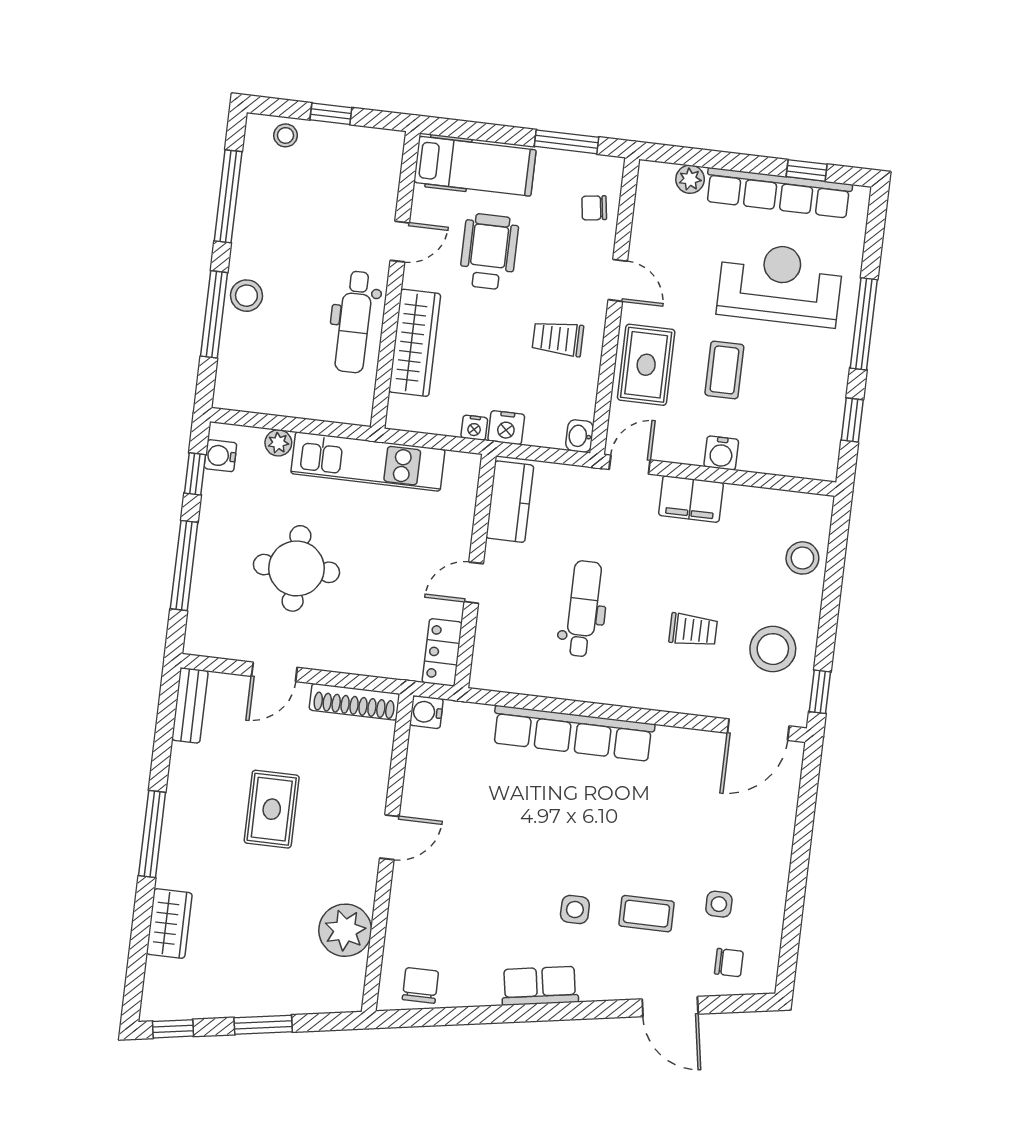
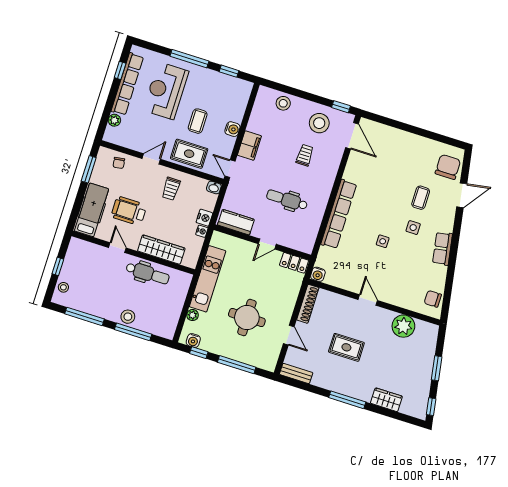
coffee table: (724, 370) -> (198, 121), turned 90
door: (474, 583) -> (267, 244), hinge flipped
side table: (719, 904) -> (383, 241), moved
chair: (729, 963) -> (448, 167), width x1.87, depth x1.87

